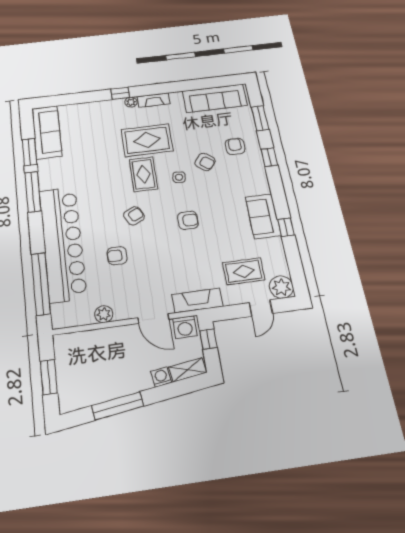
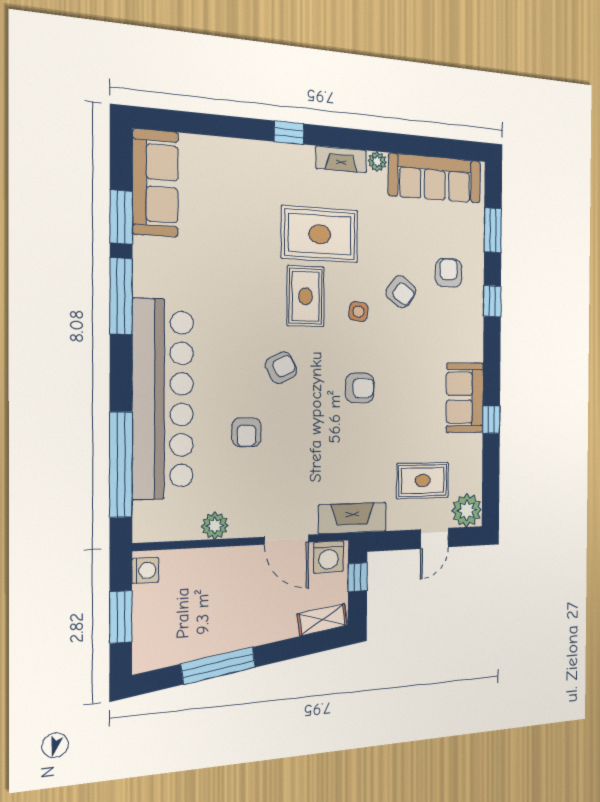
plant: (131, 102) -> (377, 161), moved
armchair: (117, 256) -> (246, 432), turned -90
washing machine: (161, 377) -> (145, 570), moved, turned 98

